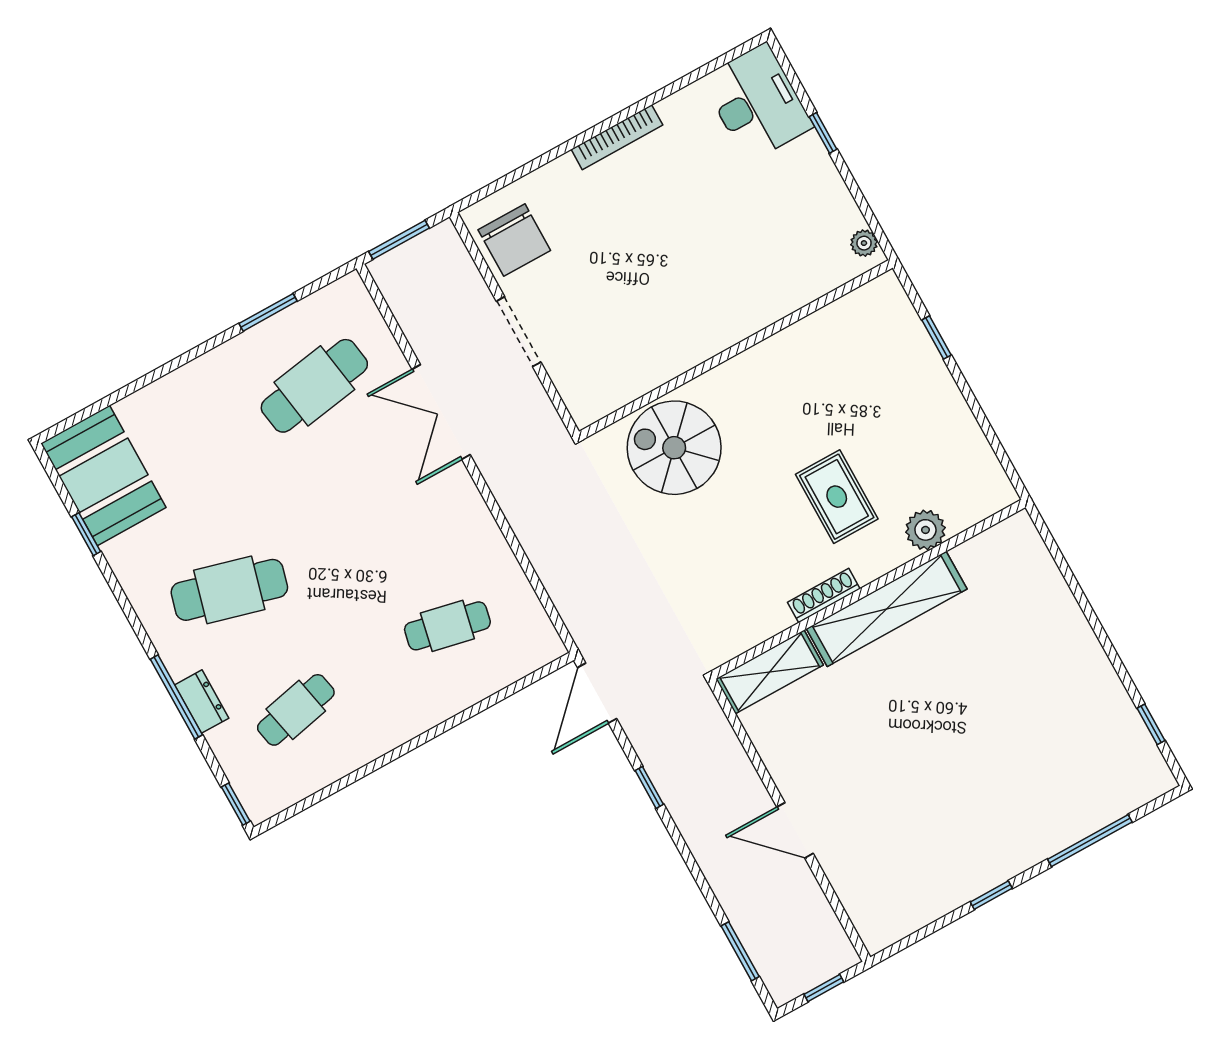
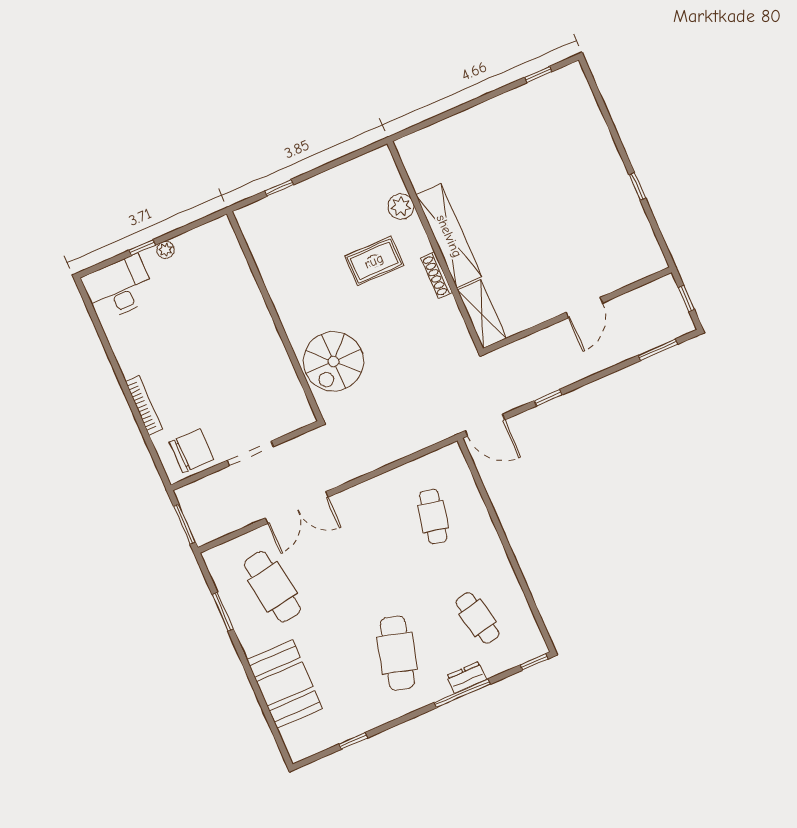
bookcase: (617, 137) -> (144, 405), moved
plant: (864, 243) -> (165, 250), moved
booth: (103, 475) -> (285, 684), moved, turned 90
window: (1090, 841) -> (608, 120), removed

